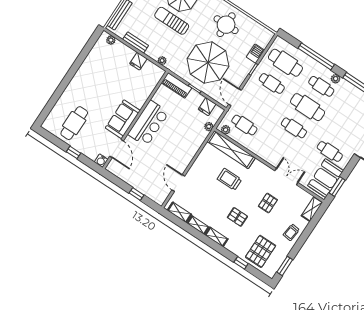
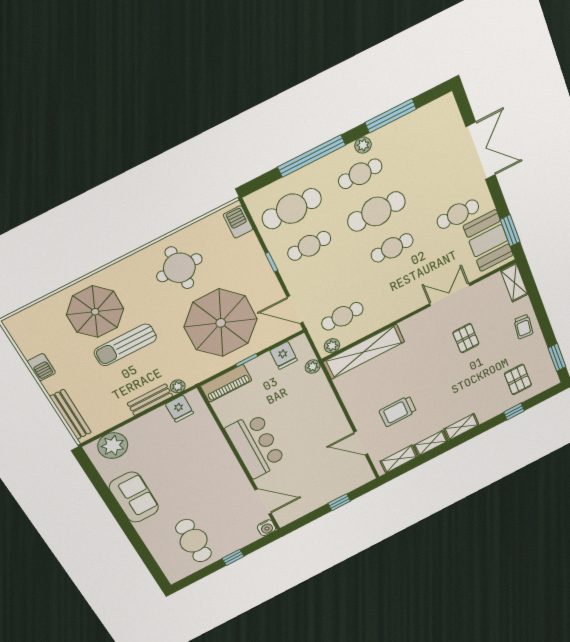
plant: (111, 40) -> (113, 446), width x1.88, depth x1.88
bench: (136, 42) -> (150, 400), moved
barbecue: (255, 54) -> (238, 222), moved
fridge: (138, 61) -> (179, 409), moved
sofa: (123, 119) -> (134, 497), moved, turned 180
trolley: (229, 179) -> (398, 411), moved
pallet: (237, 217) -> (456, 388), removed
pallet: (261, 251) -> (518, 379), width x0.67, depth x0.71

